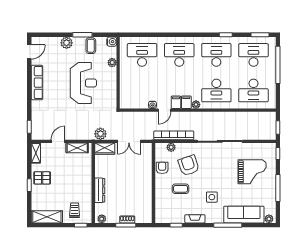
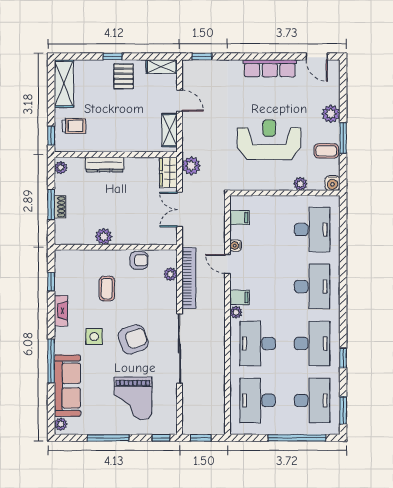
reception desk: (83, 83) -> (269, 140), turned 180
filing cabinet: (176, 102) -> (239, 218), moved
armchair: (189, 165) -> (133, 339), moved
plant: (147, 191) -> (104, 236), added

